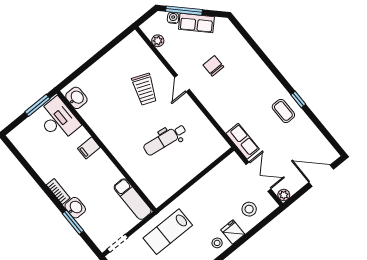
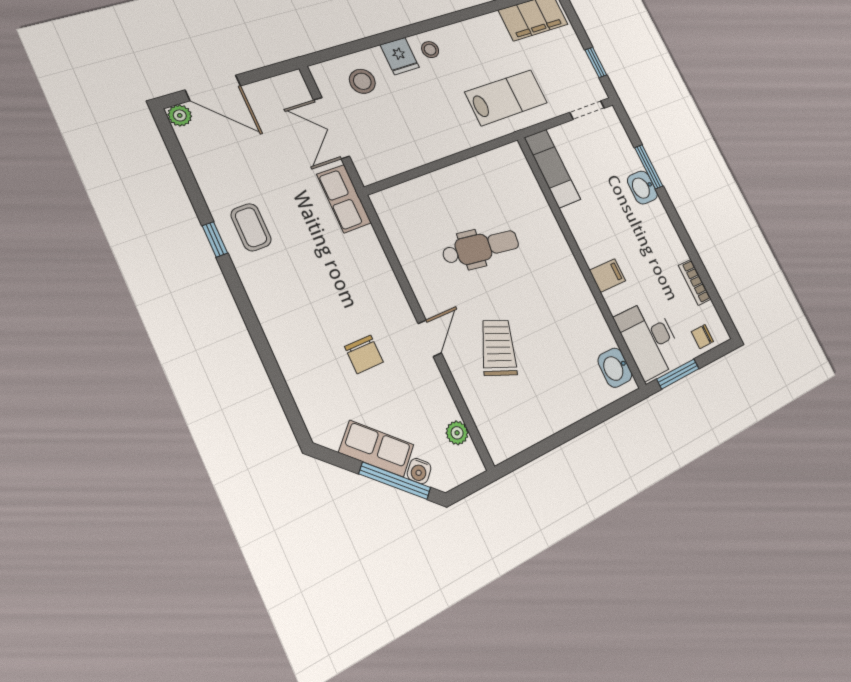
chair: (25, 131) -> (702, 337), added
bookcase: (58, 191) -> (695, 282), moved
plant: (284, 195) -> (180, 115), moved

